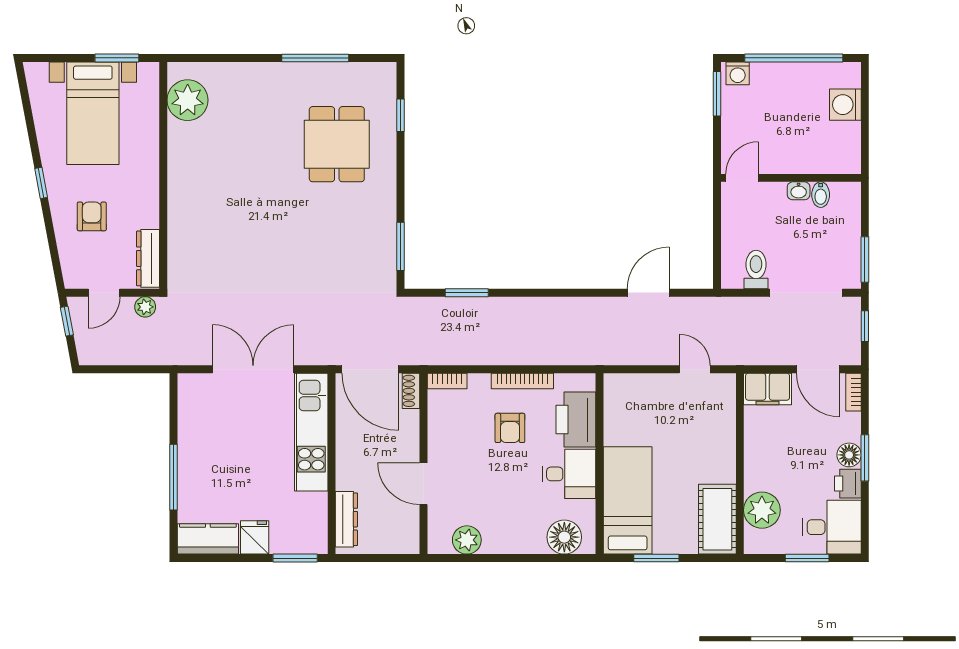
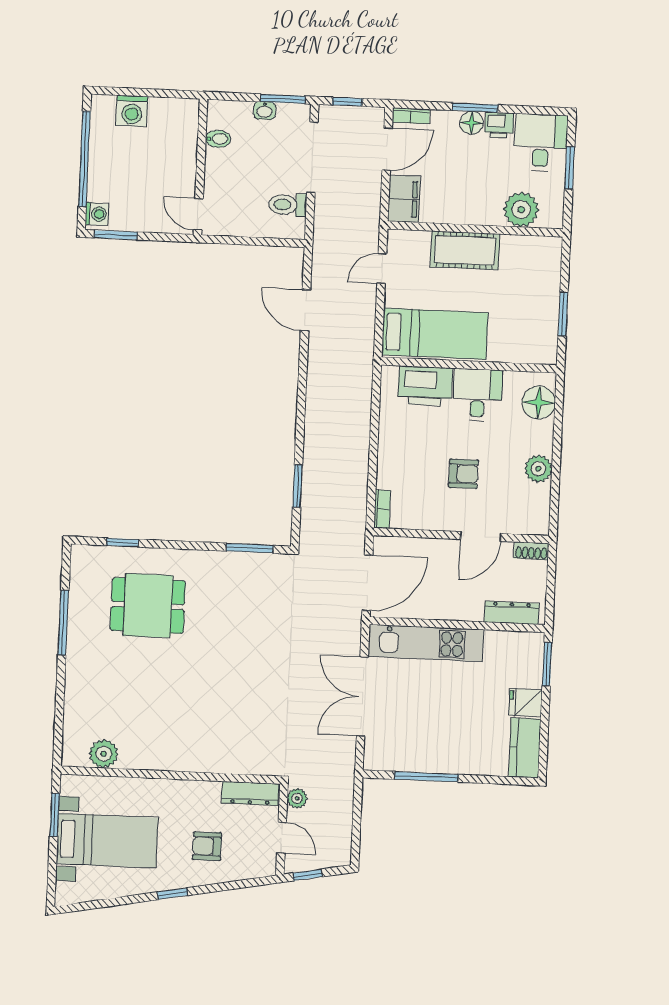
plant: (188, 100) -> (104, 754), width x0.73, depth x0.73
washbasin: (799, 191) -> (265, 111), moved, turned 90
bookcase: (522, 381) -> (386, 436), removed
shoe rack: (411, 391) -> (531, 551), moved
armchair: (510, 428) -> (463, 474), moved
window: (173, 477) -> (426, 777), moved
bed: (628, 500) -> (435, 334), moved, turned 180
cot: (717, 519) -> (465, 250), moved
plant: (467, 540) -> (538, 469), moved

